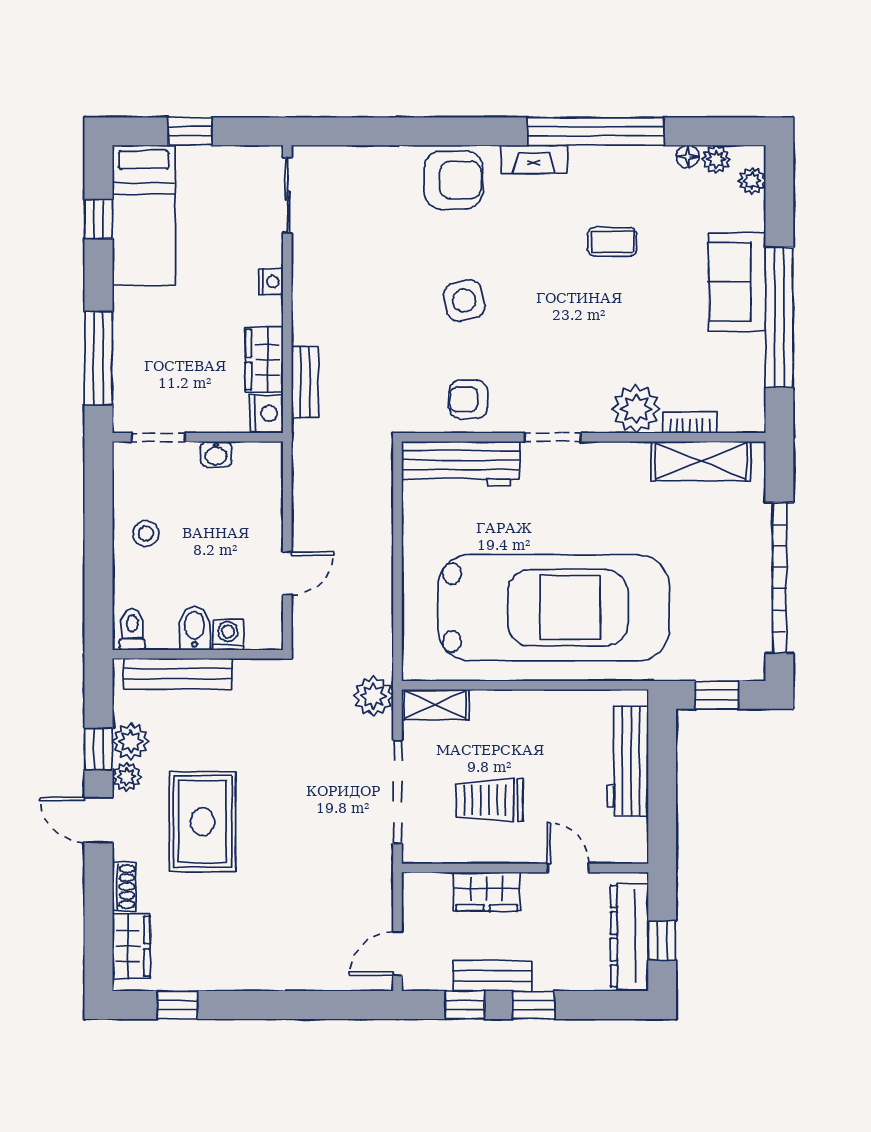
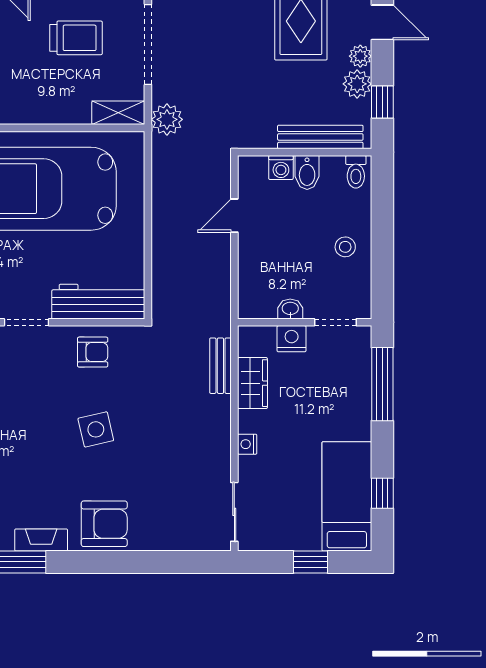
armchair: (453, 180) -> (104, 524), turned 180
nightstand: (266, 413) -> (292, 339), moved, turned 90
window: (99, 749) -> (382, 102), moved

